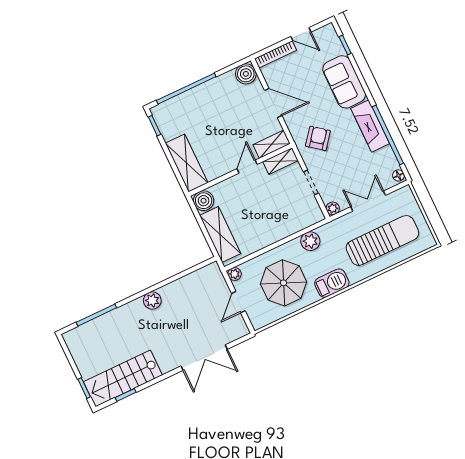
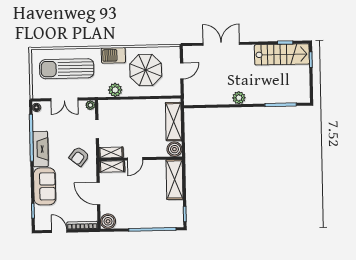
plant: (235, 274) -> (176, 91), removed

